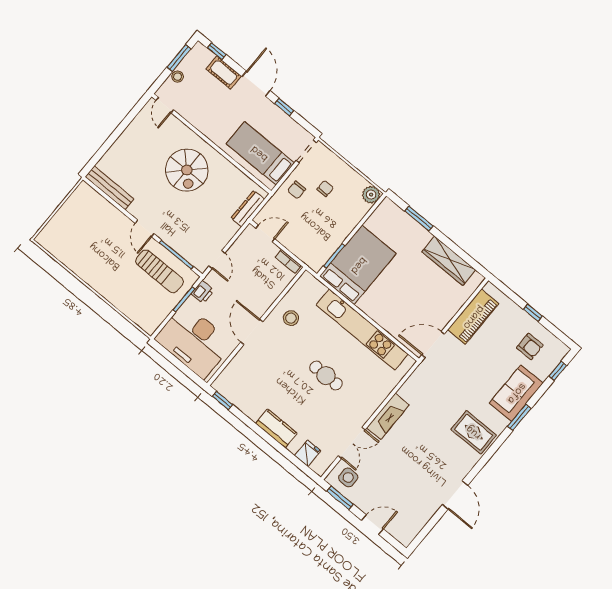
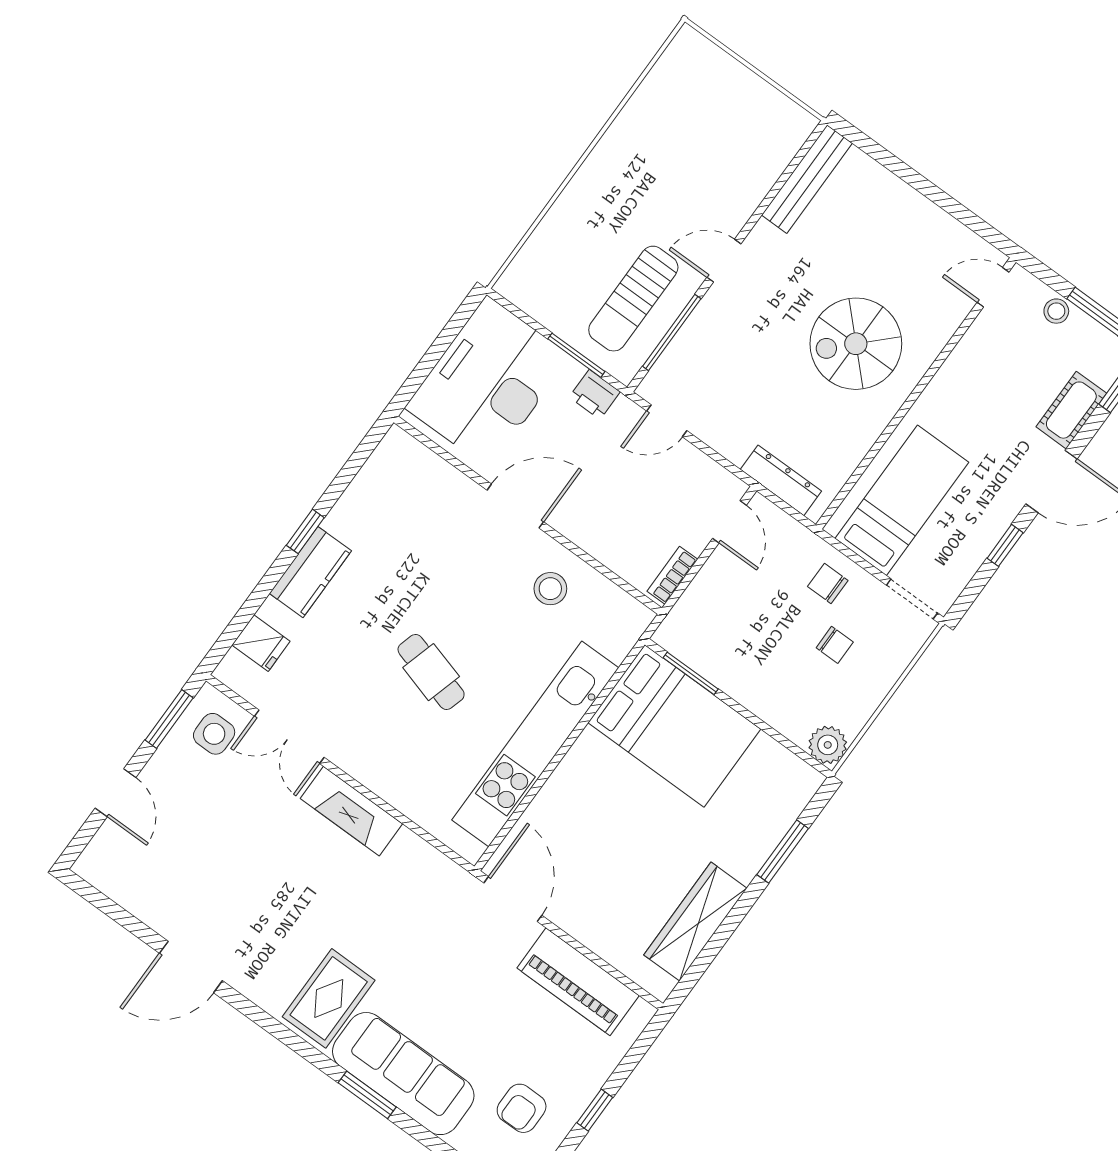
cafe table: (326, 376) -> (431, 672), turned -74
sofa: (516, 393) -> (403, 1074), width x1.36
window: (222, 401) -> (305, 531), moved

